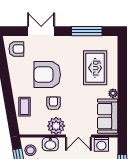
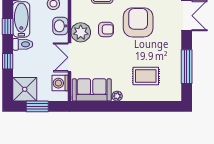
rug: (95, 68) -> (146, 76), width x0.73, depth x0.70

